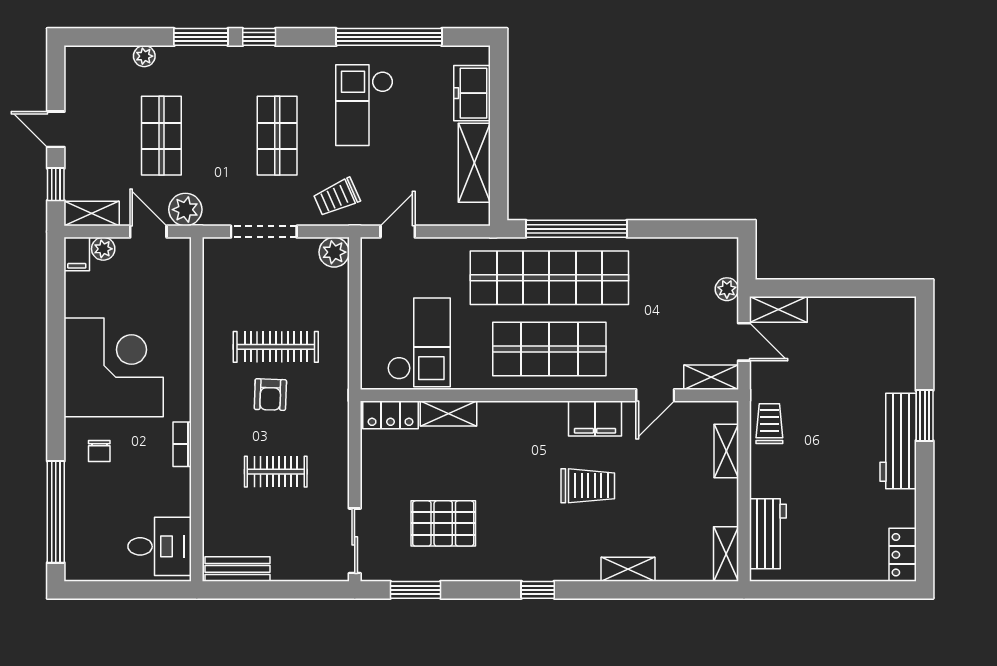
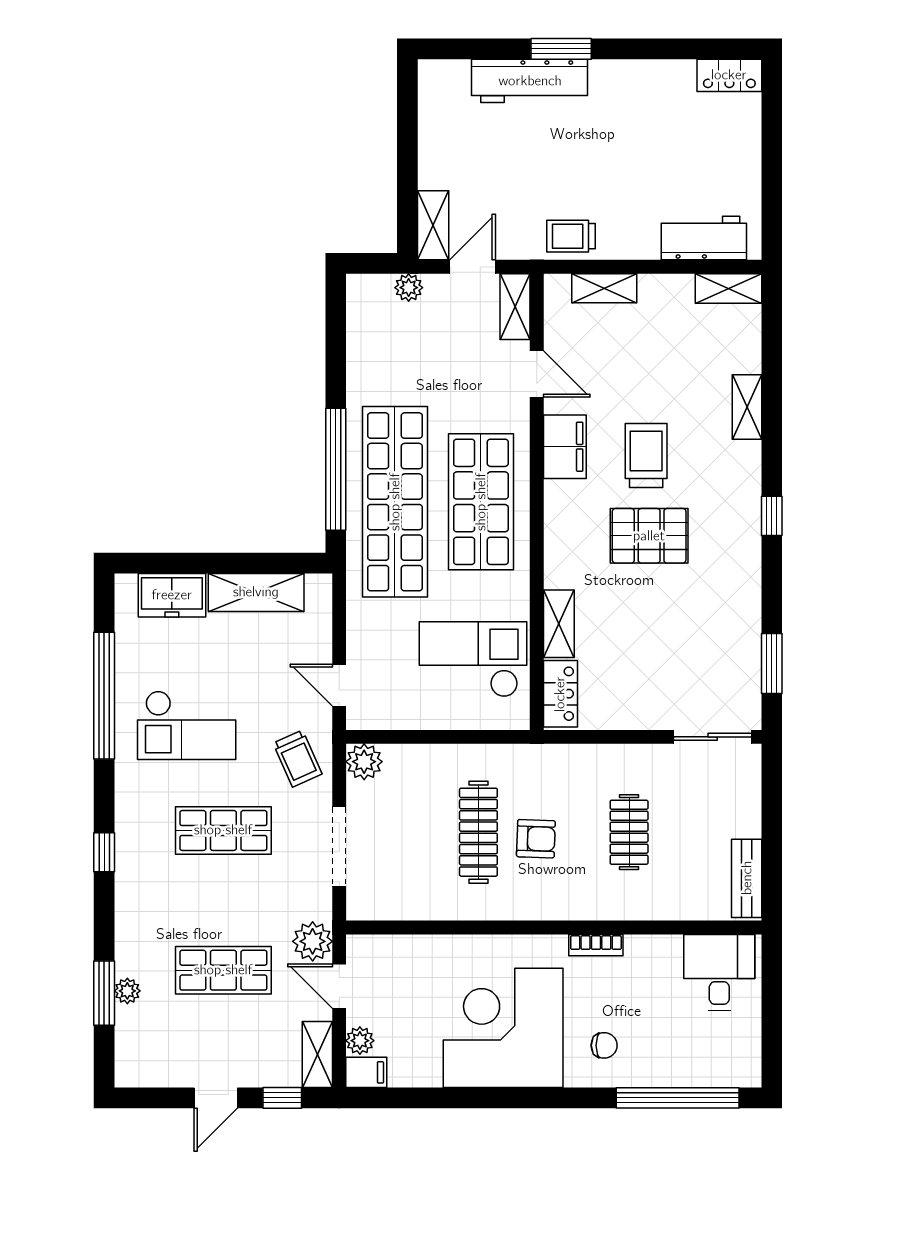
window: (201, 37) -> (104, 993), moved
door: (148, 232) -> (339, 986), hinge flipped
workbench: (898, 441) -> (530, 81), moved
pallet: (443, 523) -> (649, 536), moved, turned 90

